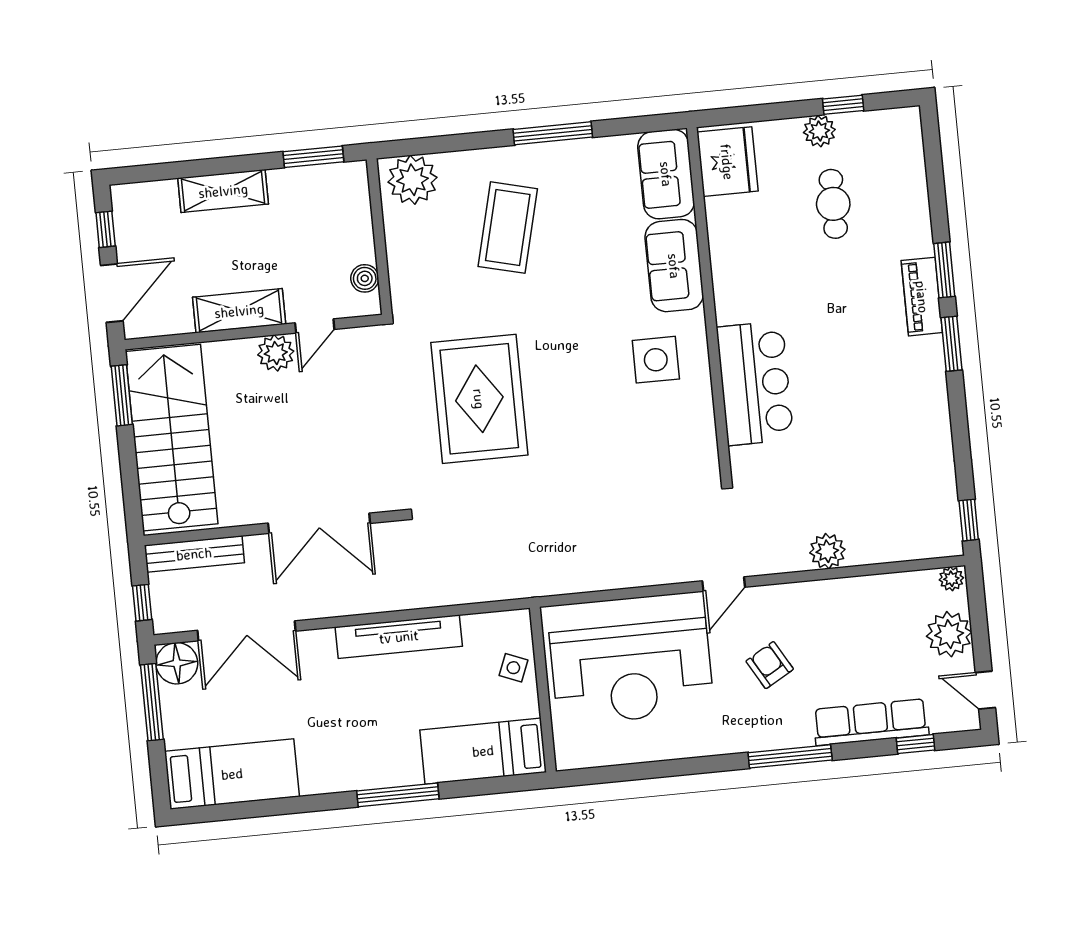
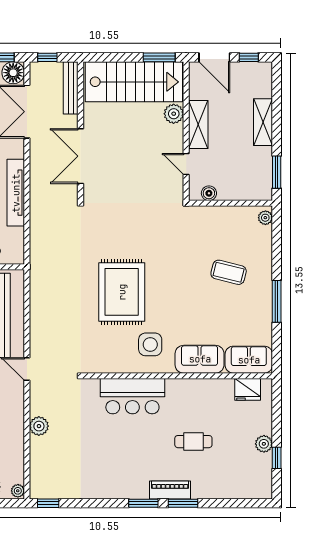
fridge: (727, 162) -> (248, 389), width x0.73, depth x0.75
plant: (412, 180) -> (265, 218), width x0.53, depth x0.53
cafe table: (833, 204) -> (193, 442), moved
coffee table: (508, 228) -> (229, 272), width x0.73, depth x0.76
plant: (276, 353) -> (174, 114), moved
rug: (479, 399) -> (122, 292), moved, turned 90

